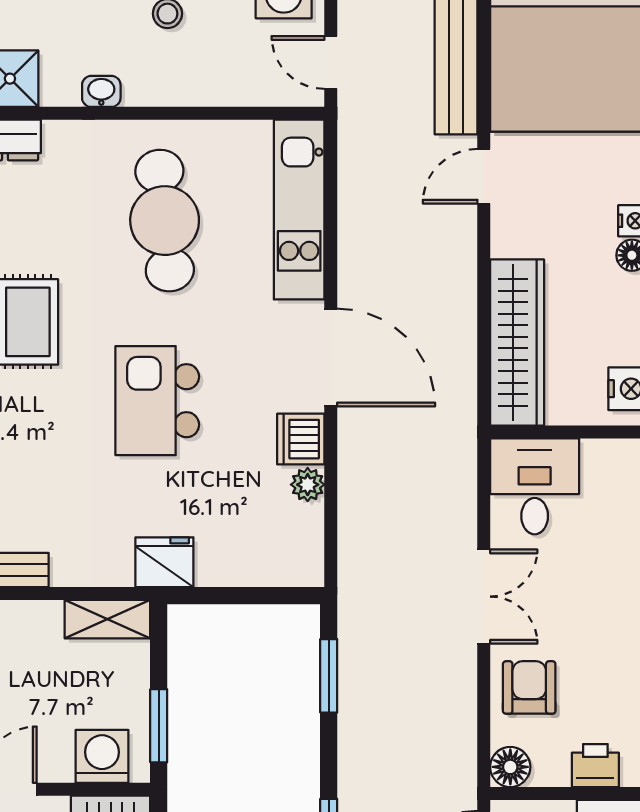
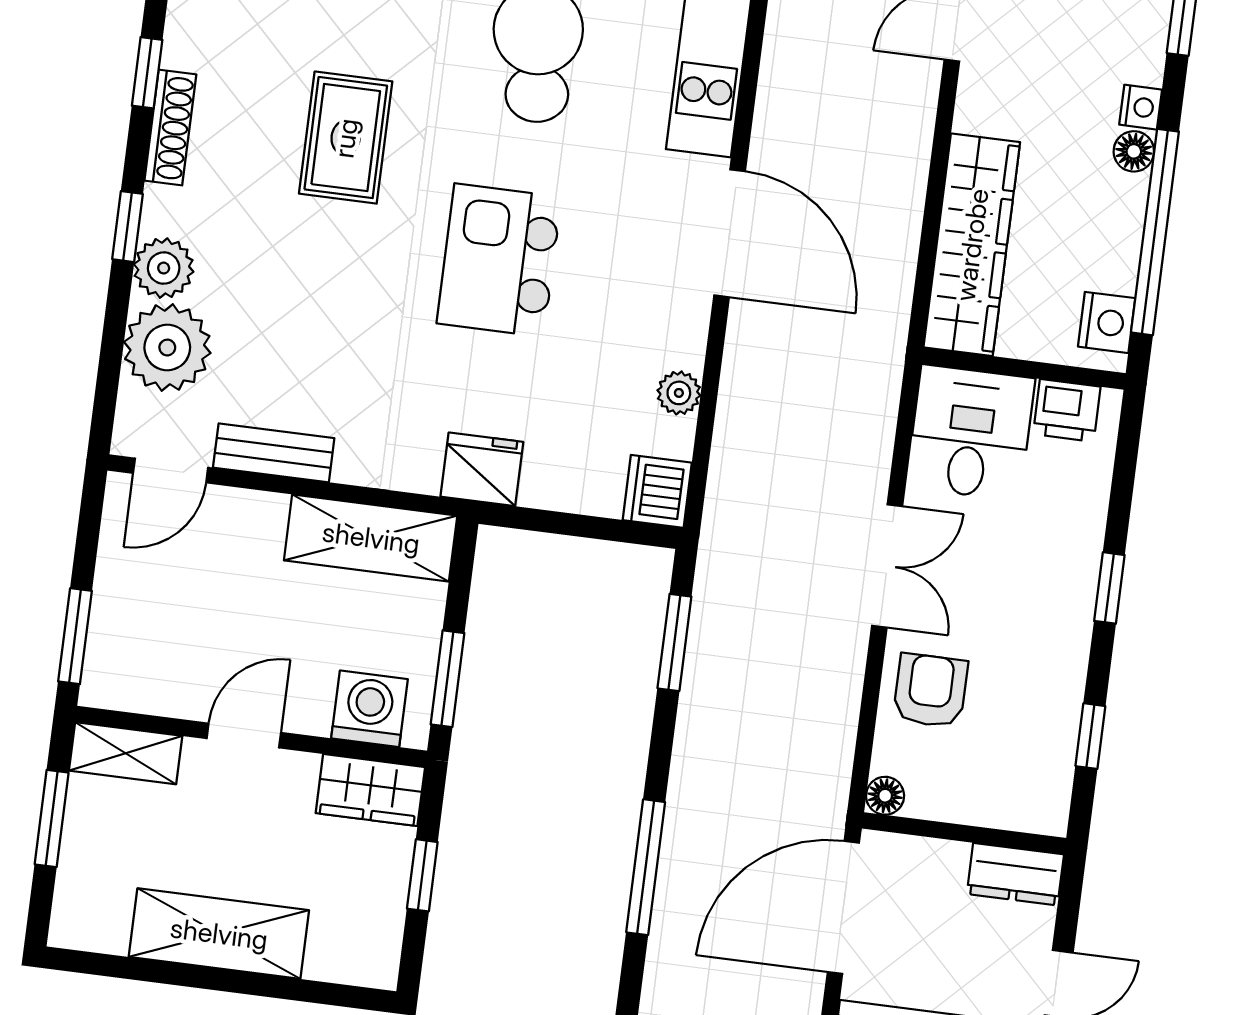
dishwasher: (301, 439) -> (657, 491), moved
shelving: (107, 619) -> (371, 538), width x1.50, depth x1.33
printer: (595, 766) -> (1067, 410), moved, turned 180
floor lamp: (510, 767) -> (885, 796), width x0.73, depth x0.73

